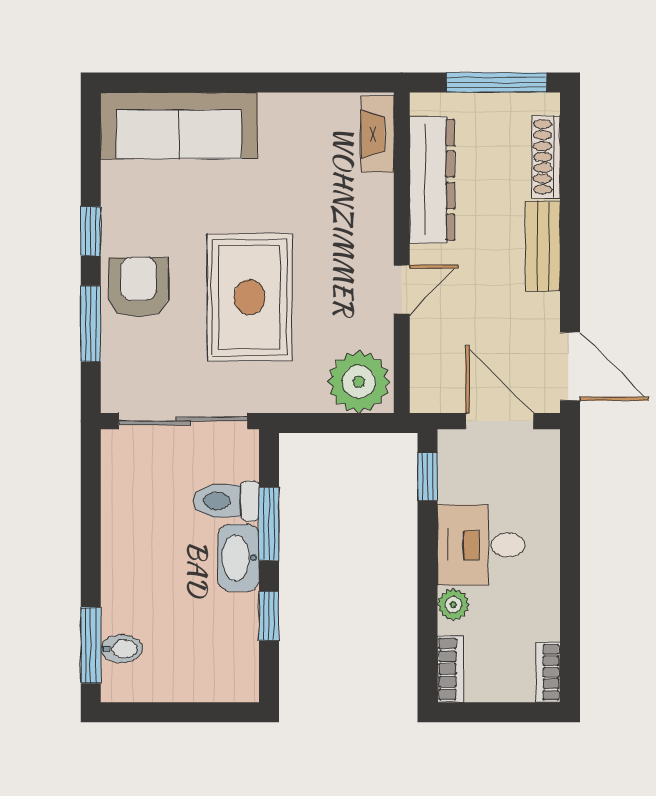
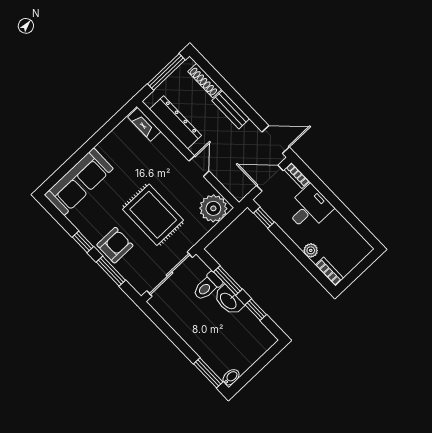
armchair: (138, 287) -> (115, 245), turned 90
desk: (481, 545) -> (309, 208), moved, turned 180
bidet: (122, 649) -> (231, 377), moved
bookcase: (548, 672) -> (297, 176), moved

